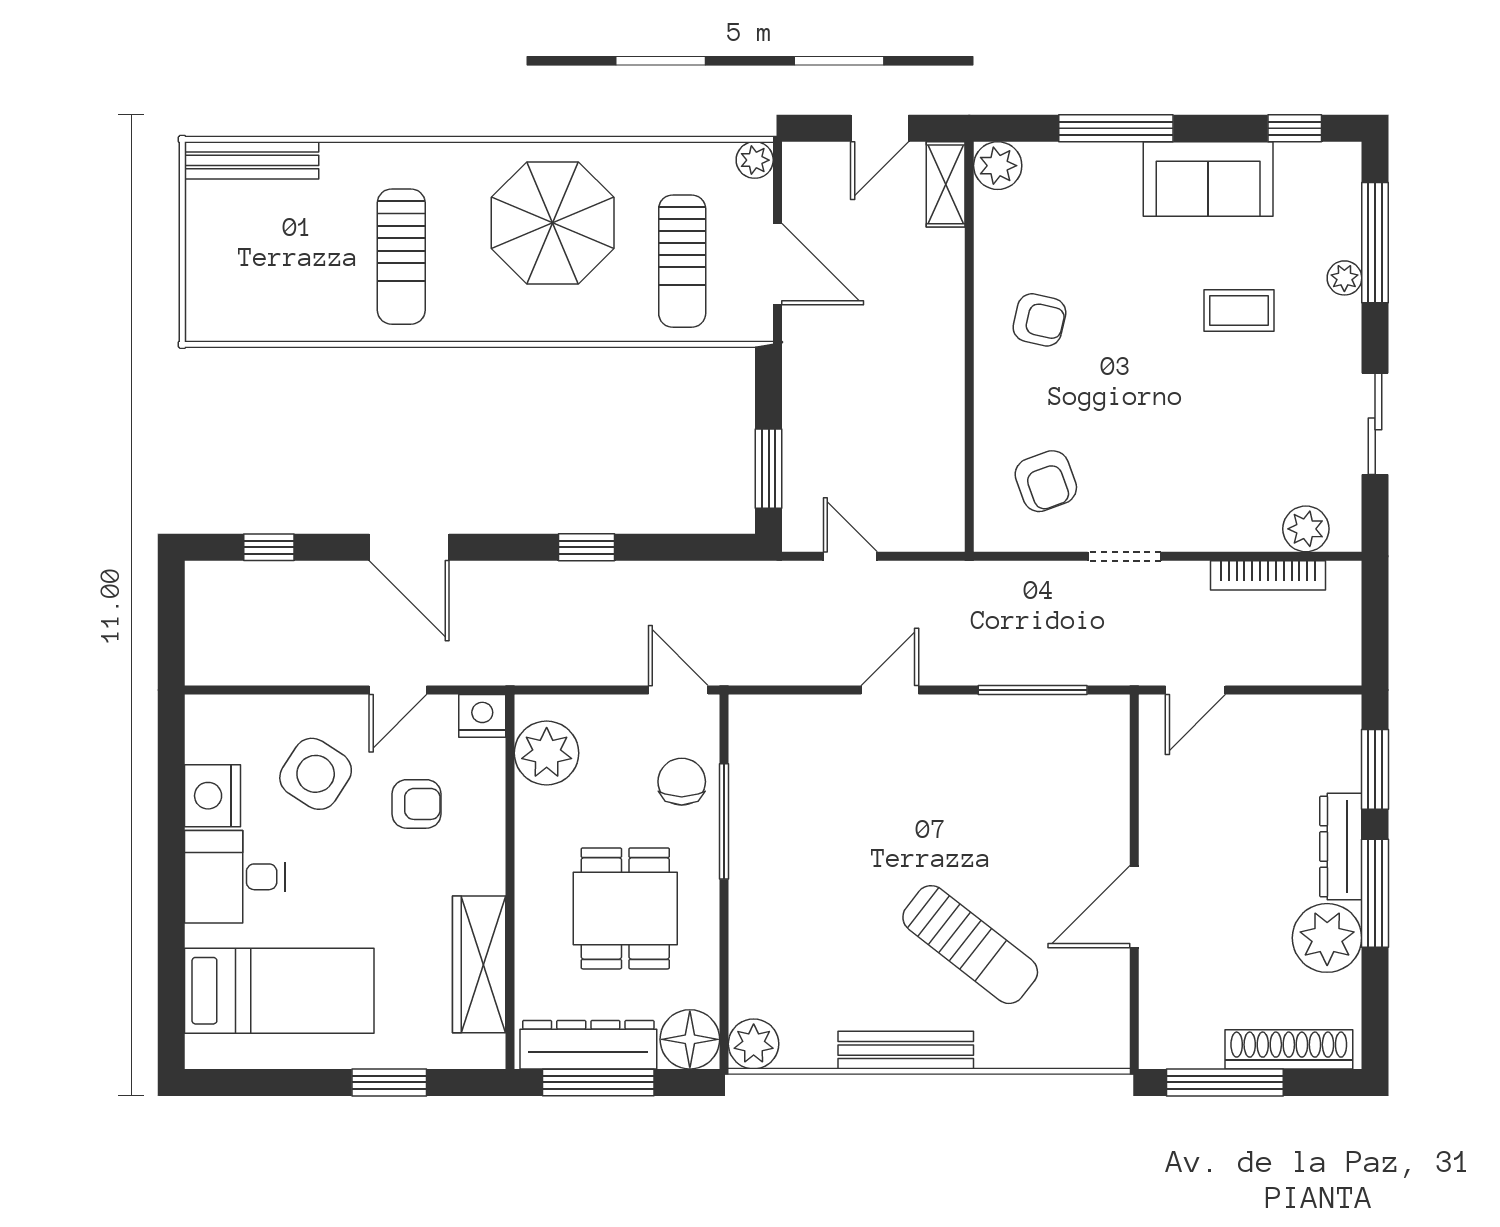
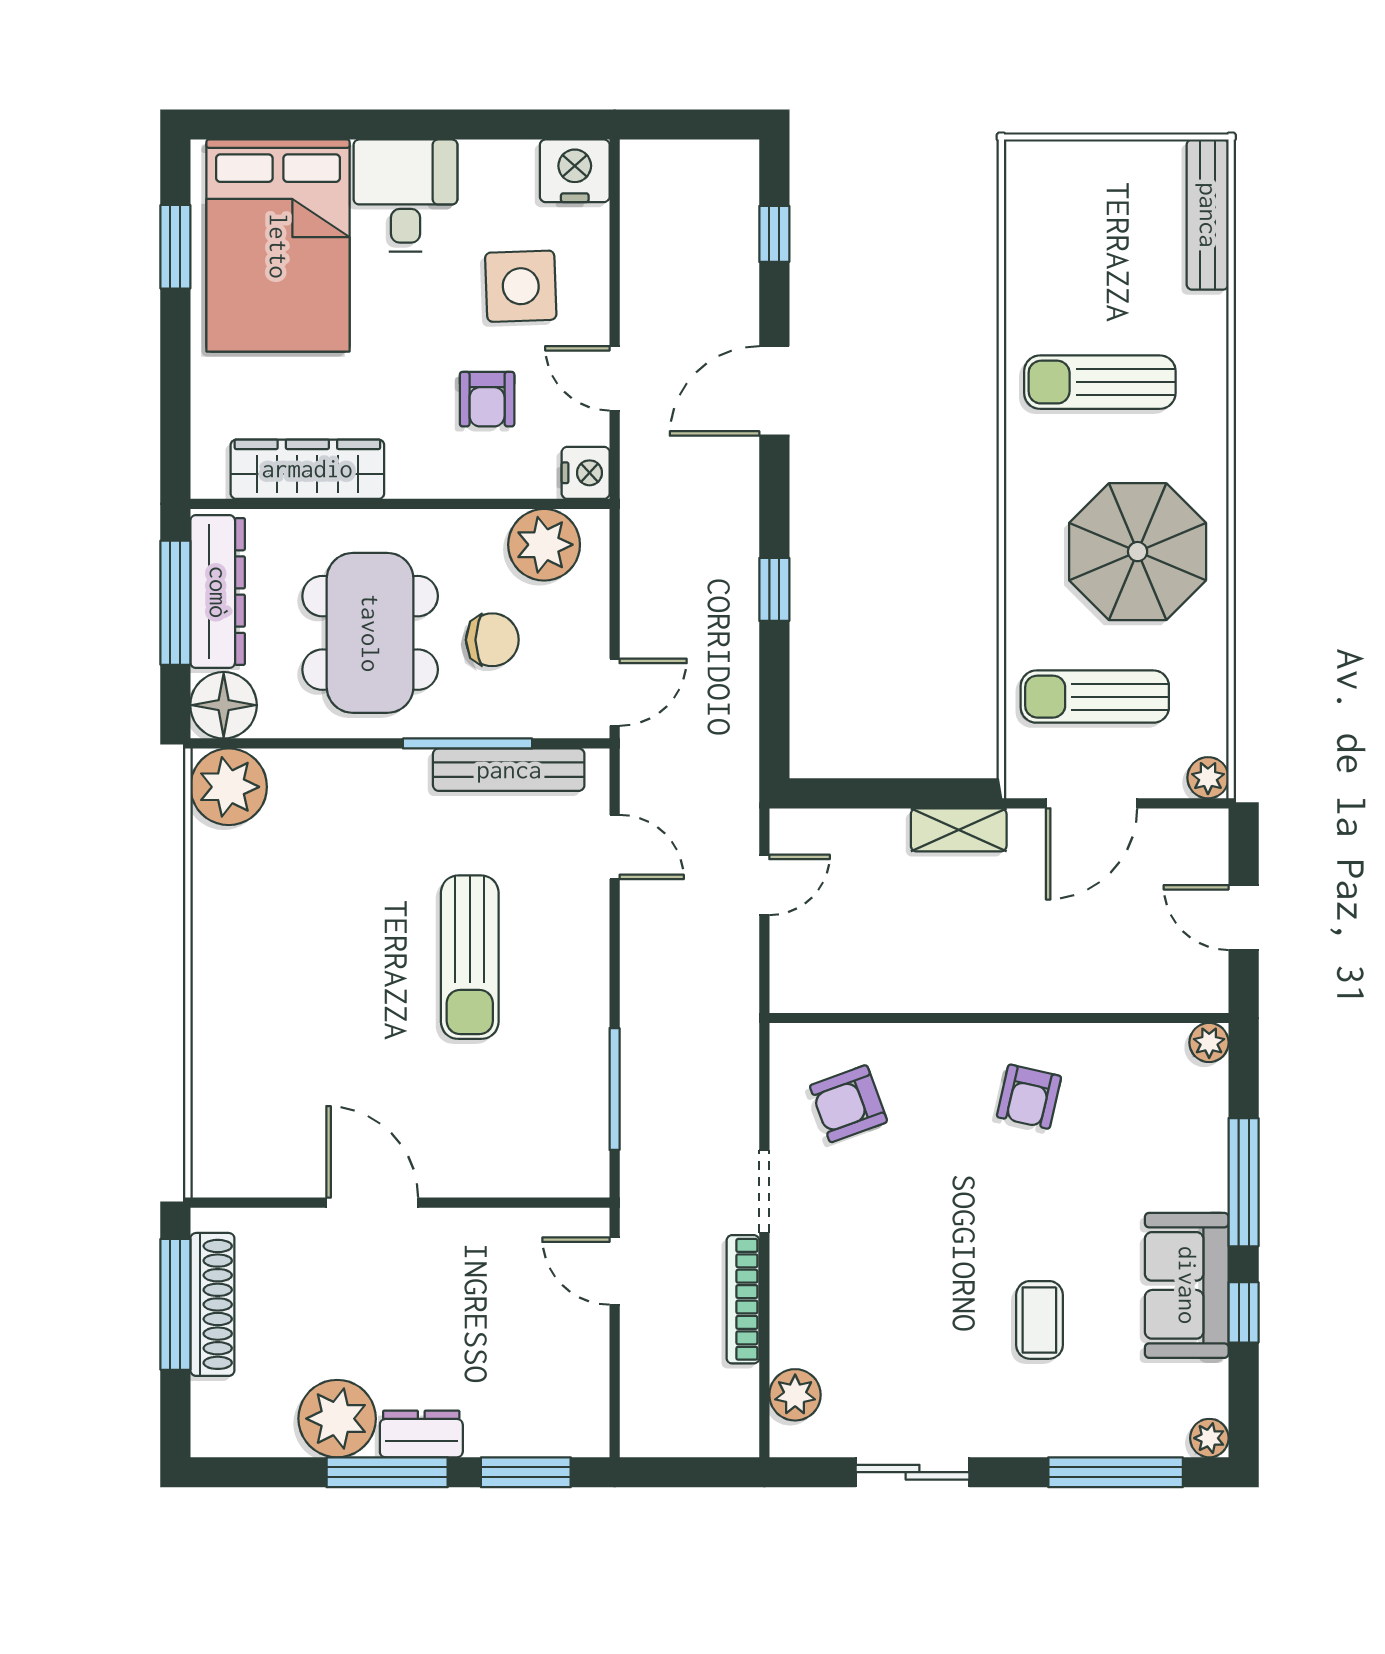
window: (1295, 128) -> (1244, 1312), moved
plant: (998, 166) -> (1209, 1043), width x0.73, depth x0.73
shelving: (946, 184) -> (959, 830), moved
plant: (1344, 278) -> (1209, 1438), moved
window: (769, 469) -> (862, 793), removed
bookcase: (1268, 575) -> (743, 1299), moved
door: (890, 690) -> (615, 847), moved
side table: (316, 774) -> (521, 286), turned -35
chair: (682, 782) -> (492, 640), moved
nightstand: (212, 796) -> (575, 171), moved
dresser: (1341, 847) -> (421, 1434), width x0.70
dining table: (625, 908) -> (370, 633), width x1.38
sun lounger: (970, 945) -> (470, 957), moved, turned -38
bed: (279, 991) -> (278, 246), width x1.50
plant: (754, 1044) -> (229, 787), width x1.36, depth x1.36
shoe rack: (1289, 1049) -> (212, 1304), moved
bench: (906, 1050) -> (509, 770), moved, turned 90
window: (389, 1082) -> (175, 247), moved

